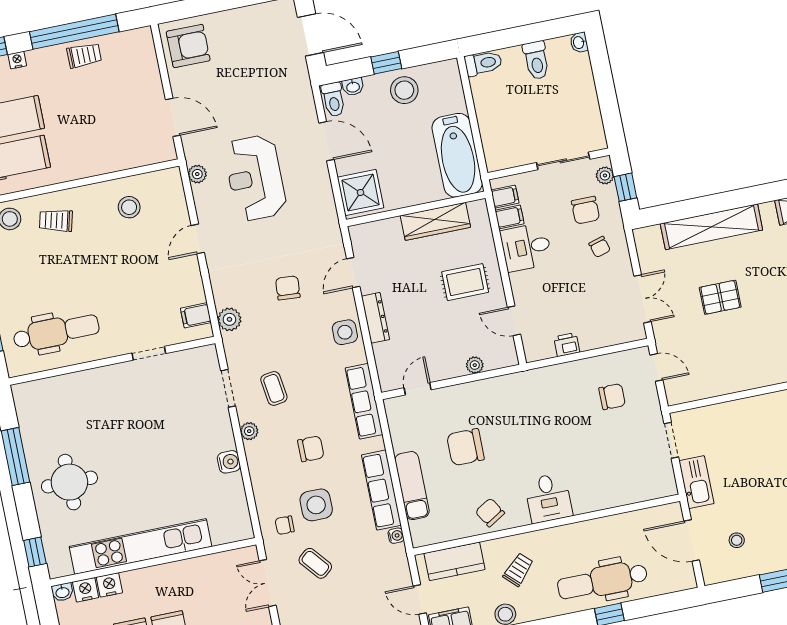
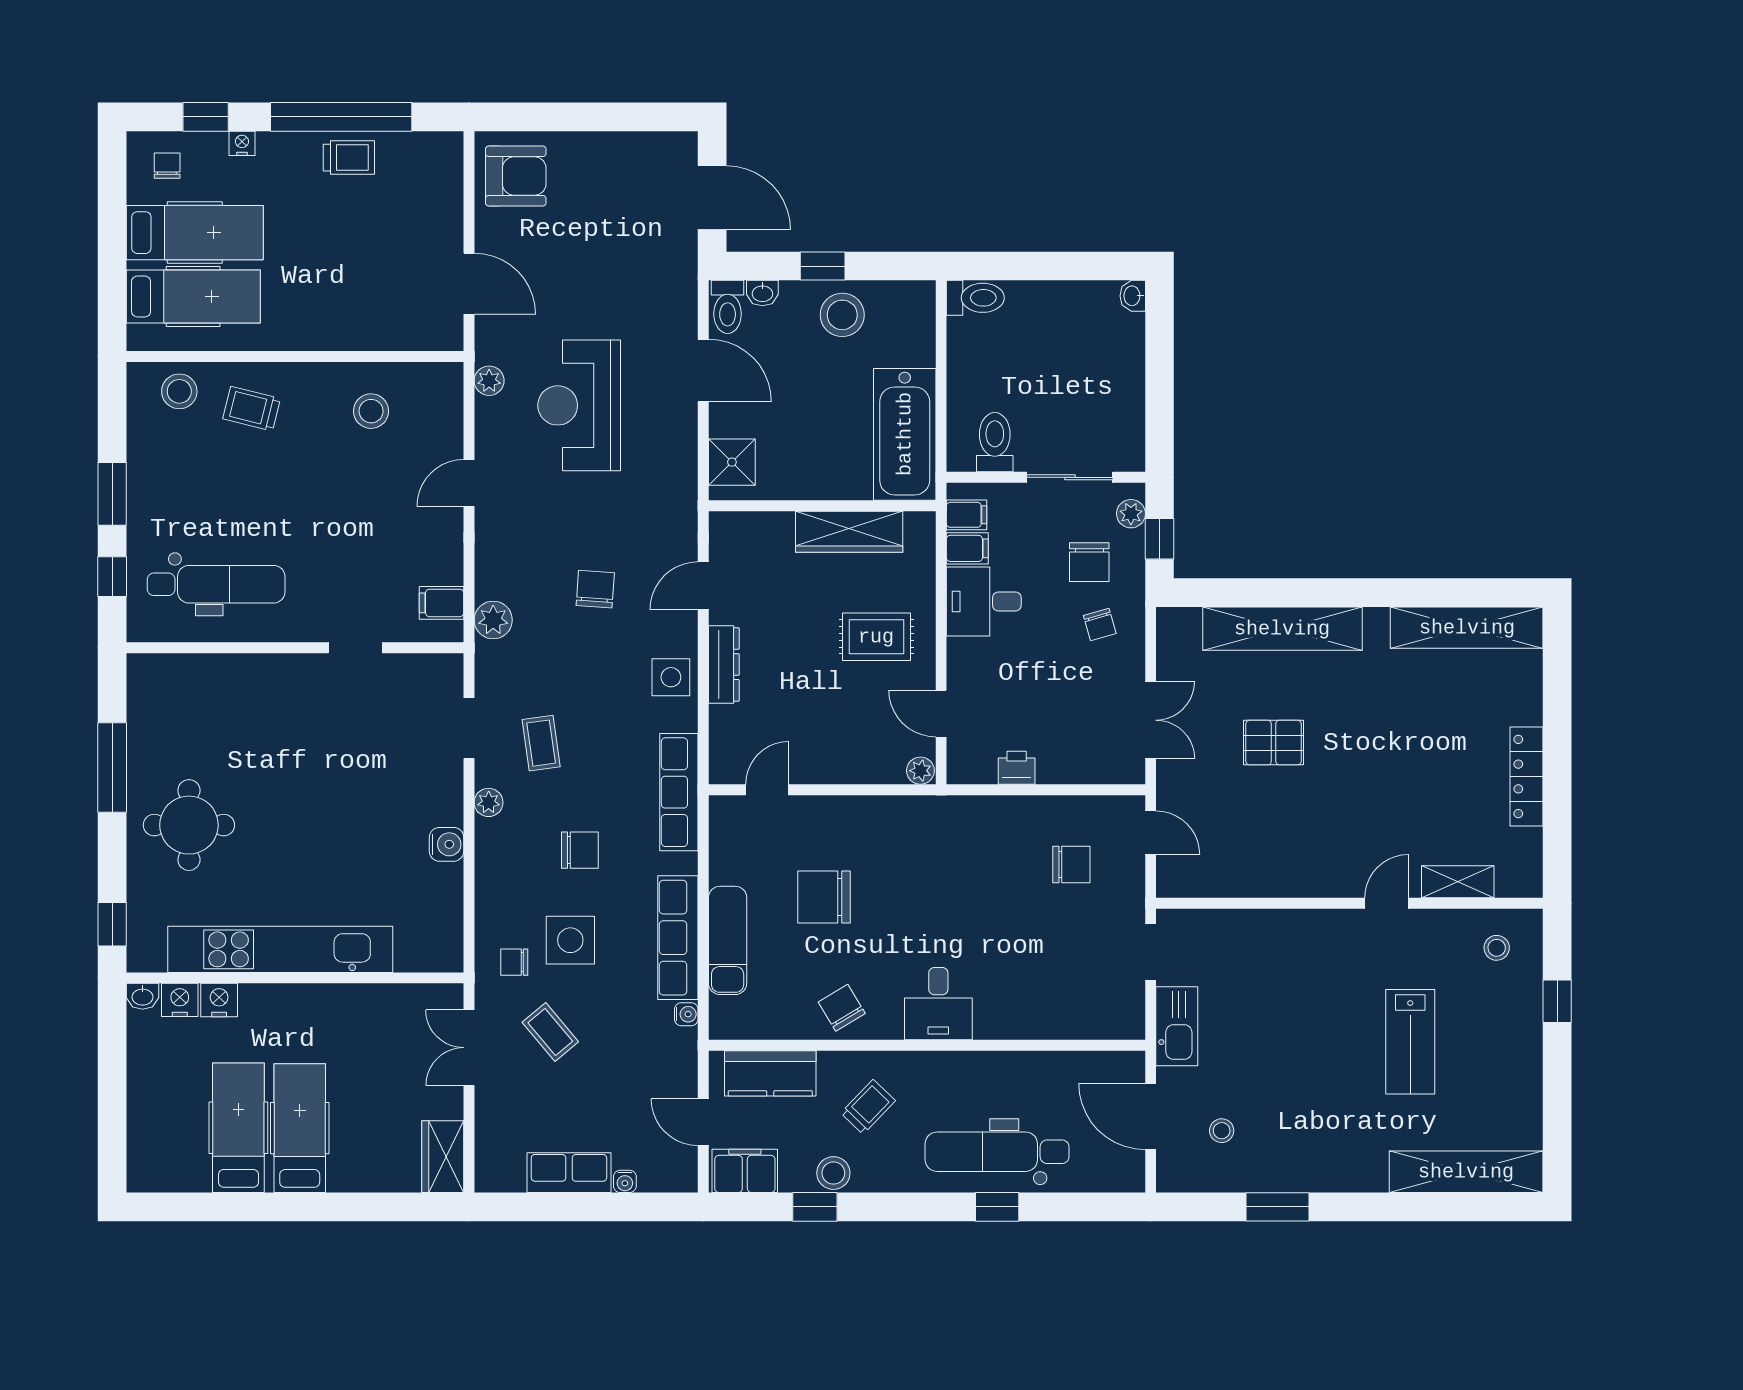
toilet: (536, 60) -> (995, 442), moved, turned 180
shower: (360, 192) -> (732, 462), width x0.73, depth x0.73
plant: (475, 365) -> (920, 771), moved

